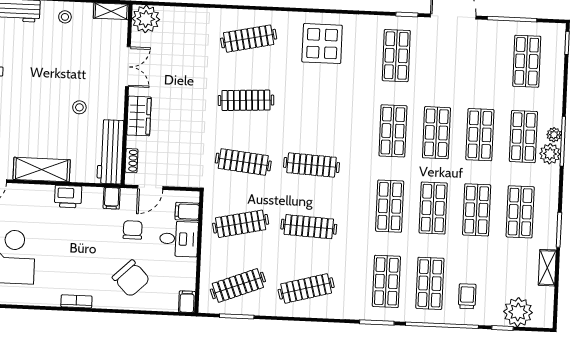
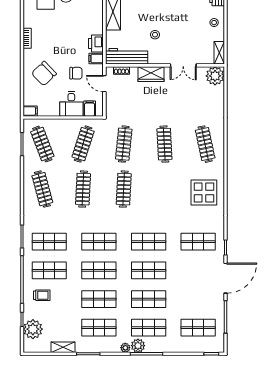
plant: (554, 135) -> (125, 348), moved
printer: (68, 197) -> (96, 44), moved
clothes rail: (241, 224) -> (83, 144), turned 30

